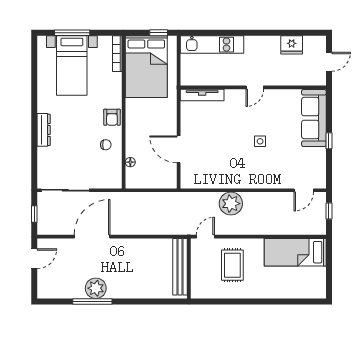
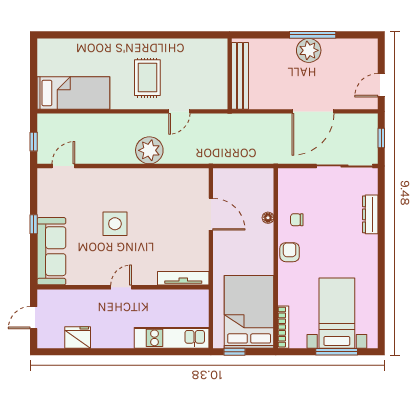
dresser: (44, 130) -> (370, 214), moved
side table: (260, 141) -> (115, 224), width x1.87, depth x1.87
floor lamp: (130, 162) -> (268, 218), moved
bench: (180, 267) -> (240, 76), moved
wall: (189, 268) -> (230, 74), moved

